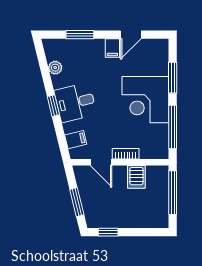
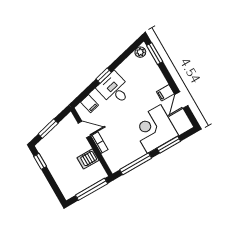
window: (80, 35) -> (155, 54), moved
door: (131, 35) -> (181, 100), hinge flipped
plant: (55, 68) -> (140, 52), moved
corner desk: (145, 100) -> (154, 129), moved
door: (101, 162) -> (84, 129), swing flipped

